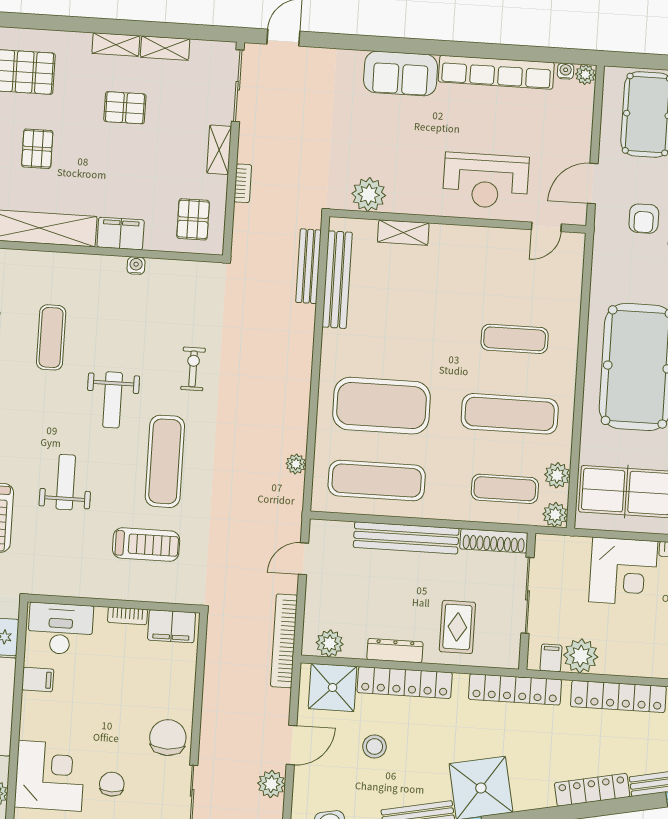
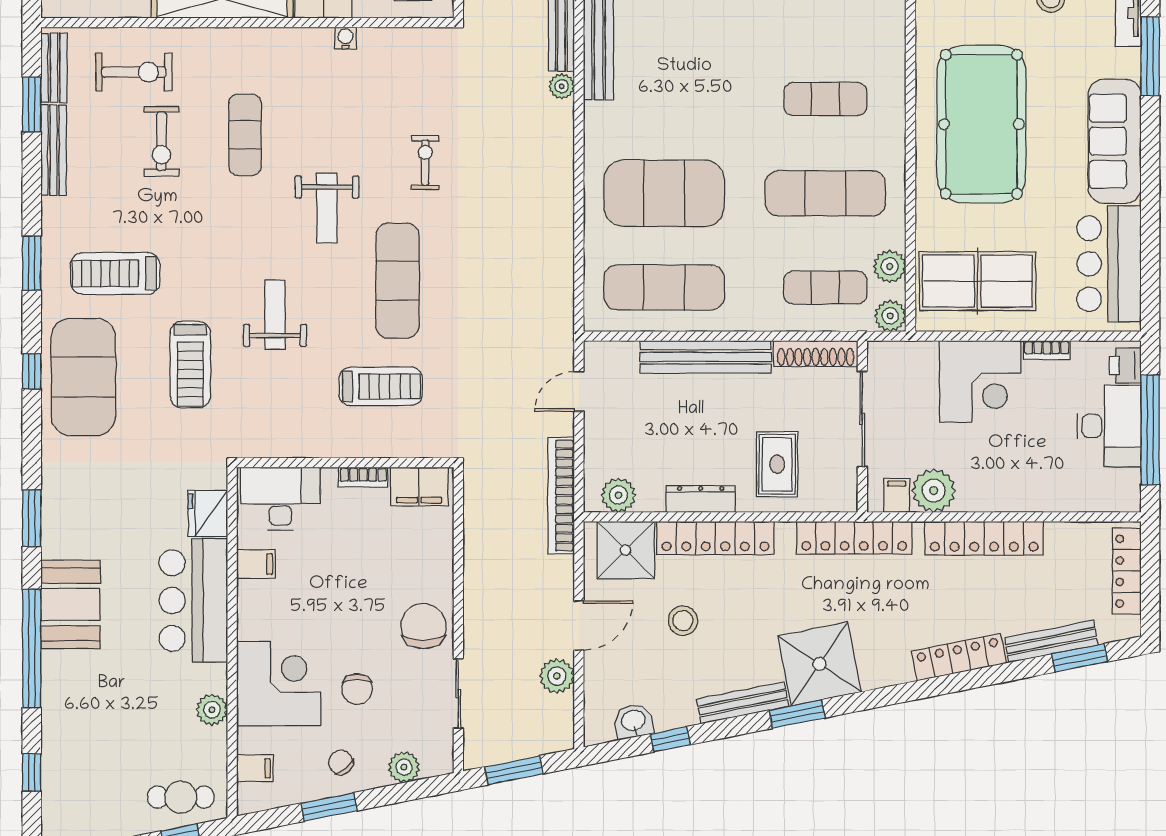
plant: (296, 464) -> (562, 86), moved
chair: (112, 784) -> (357, 689), turned 180

